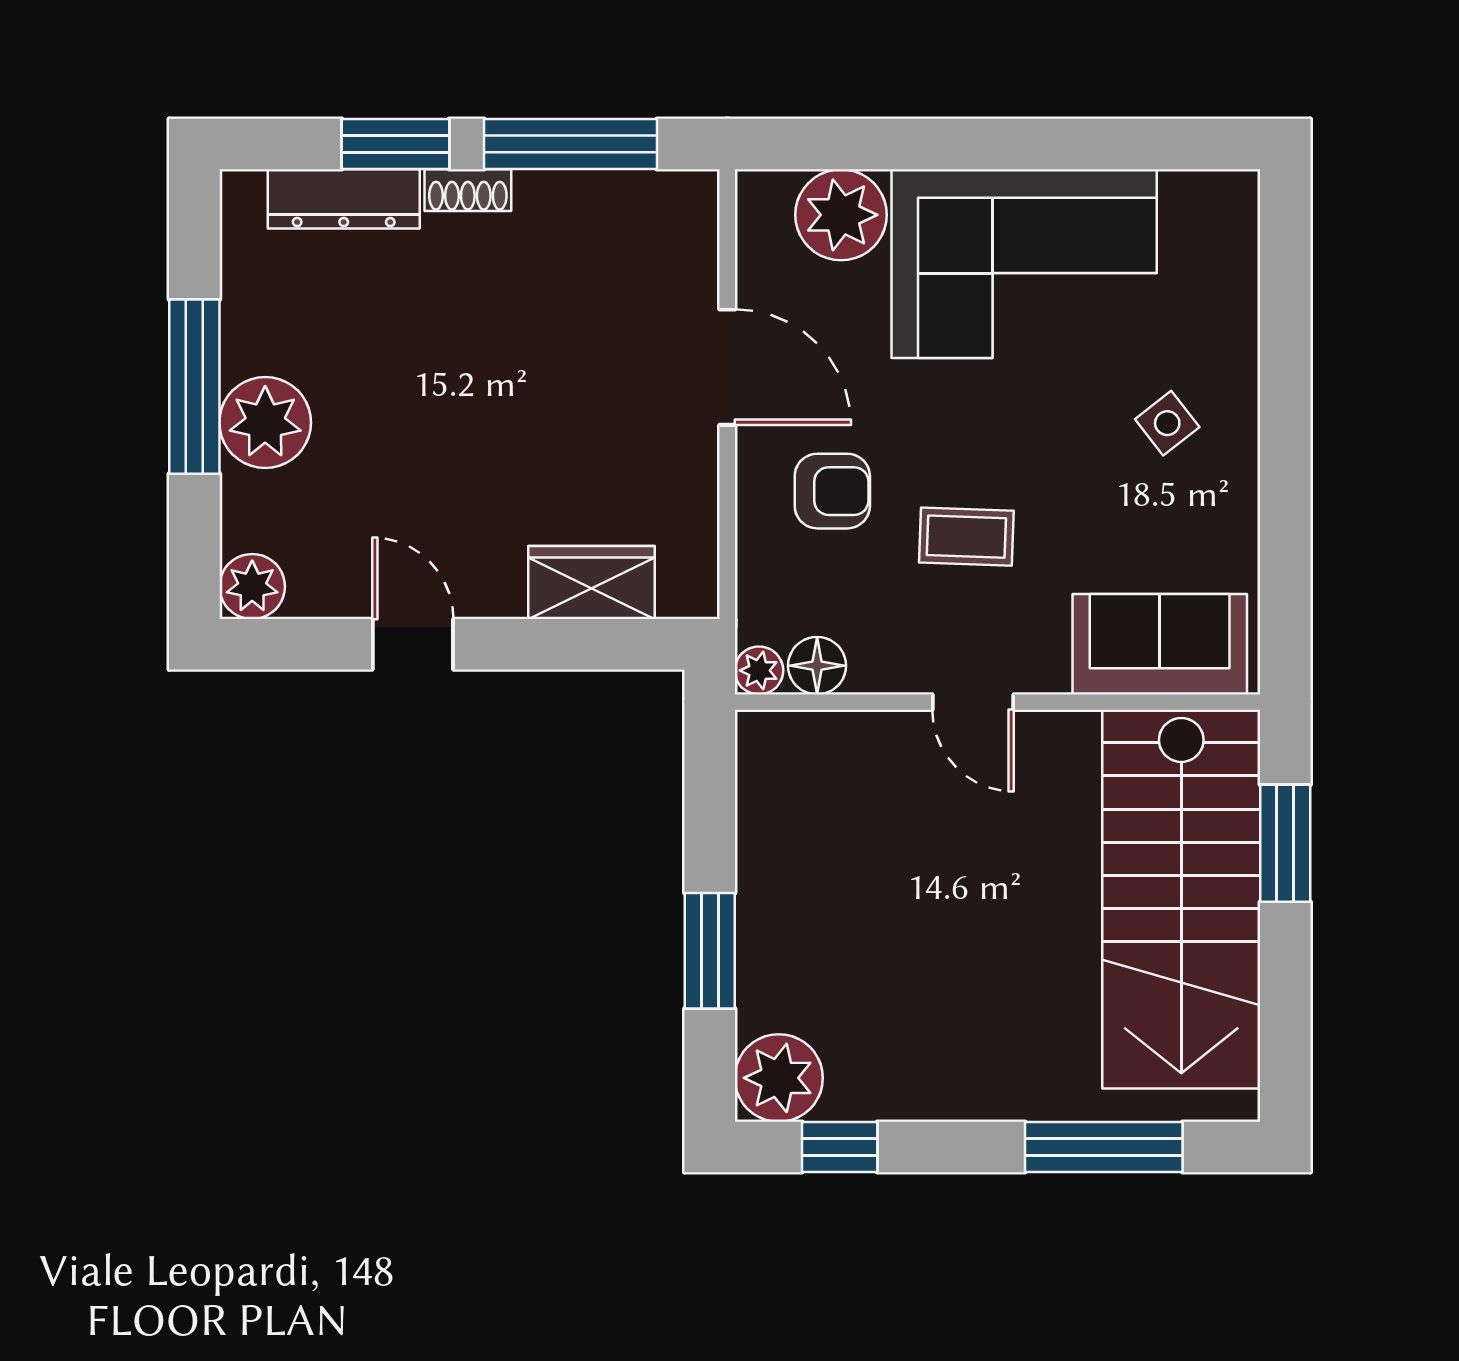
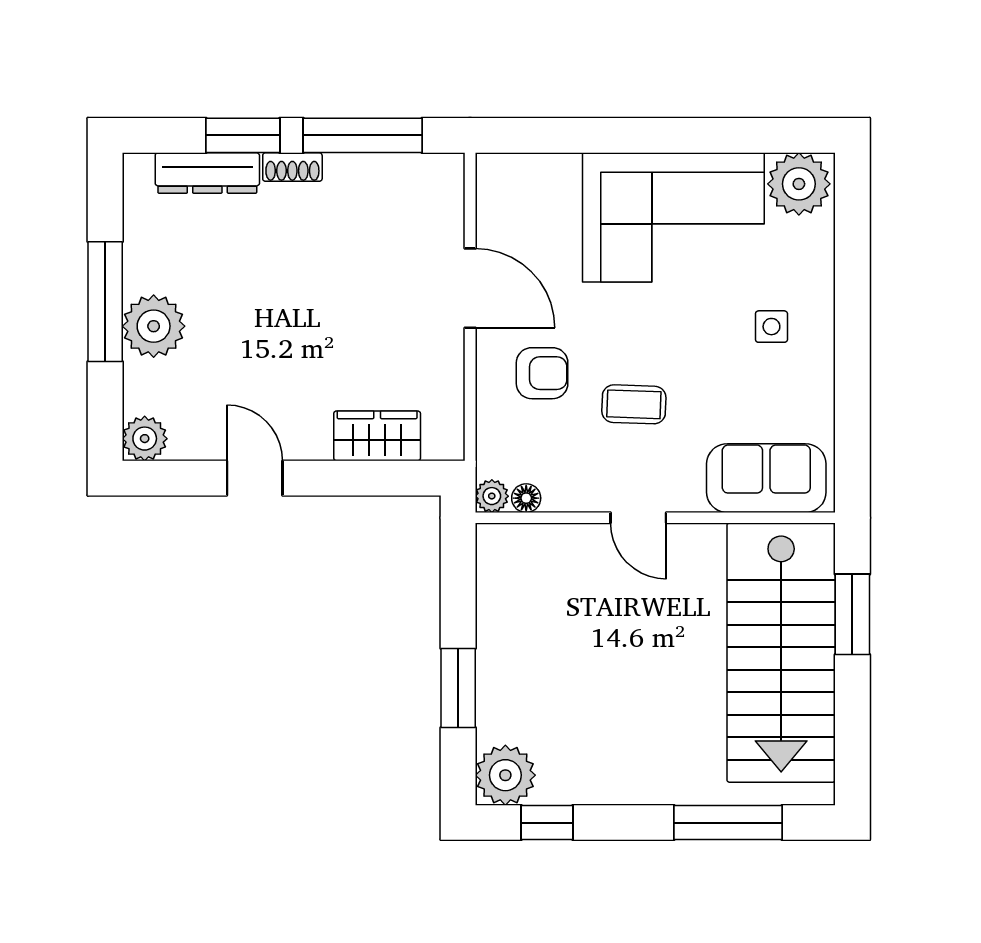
plant: (841, 215) -> (799, 184), moved
side table: (1167, 423) -> (771, 327), turned 38
floor lamp: (817, 666) -> (526, 498), width x0.73, depth x0.73

